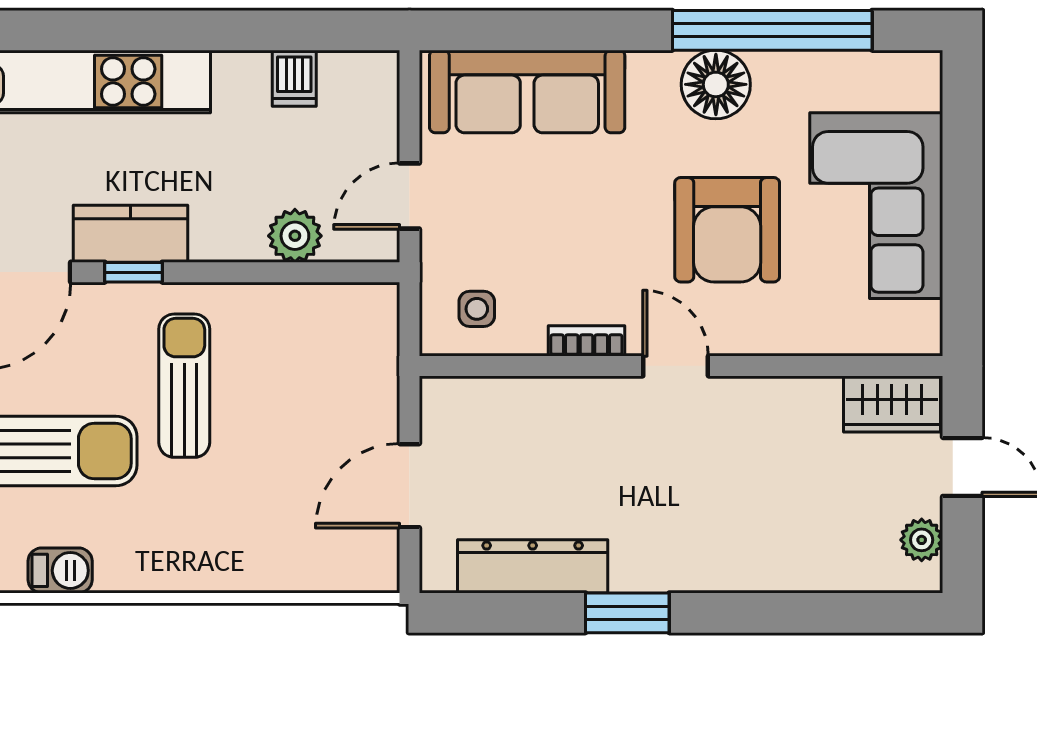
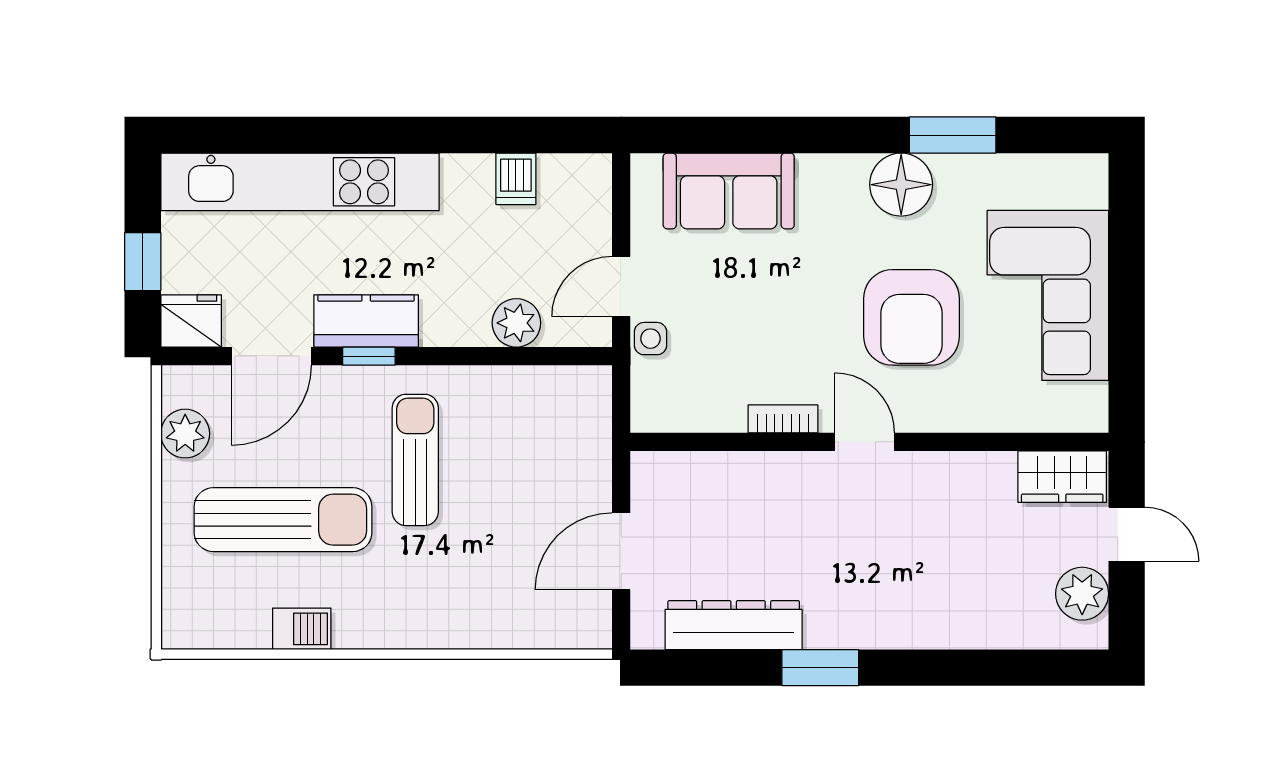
window: (772, 30) -> (953, 135), width x0.47
sofa: (527, 91) -> (729, 191), width x0.73
side table: (477, 309) -> (650, 339), moved
plant: (922, 540) -> (1082, 594), width x1.38, depth x1.38

